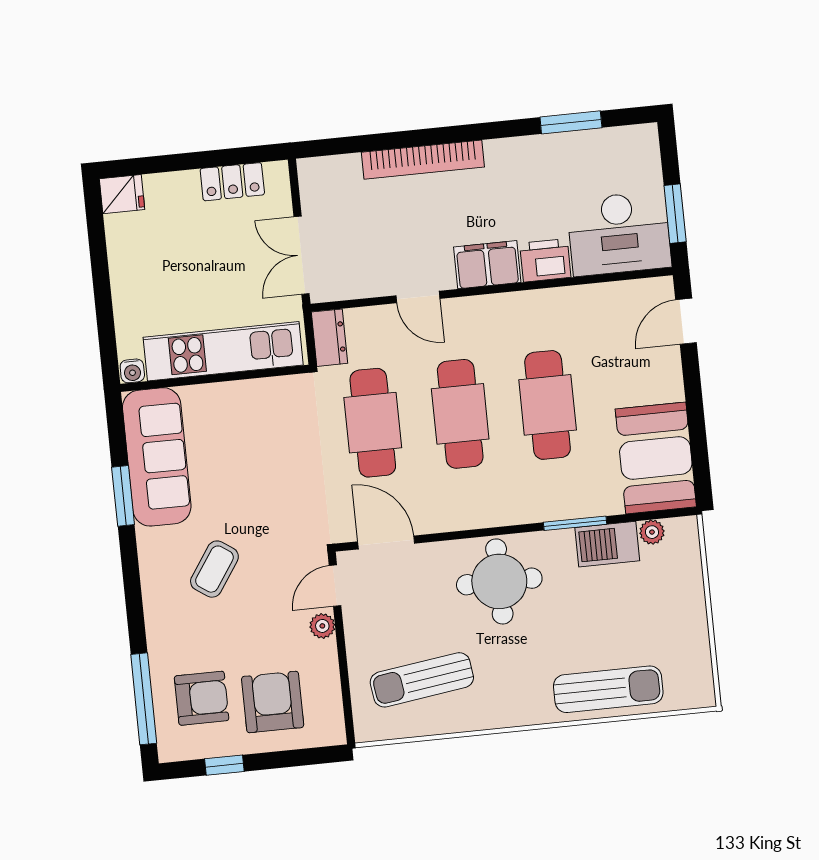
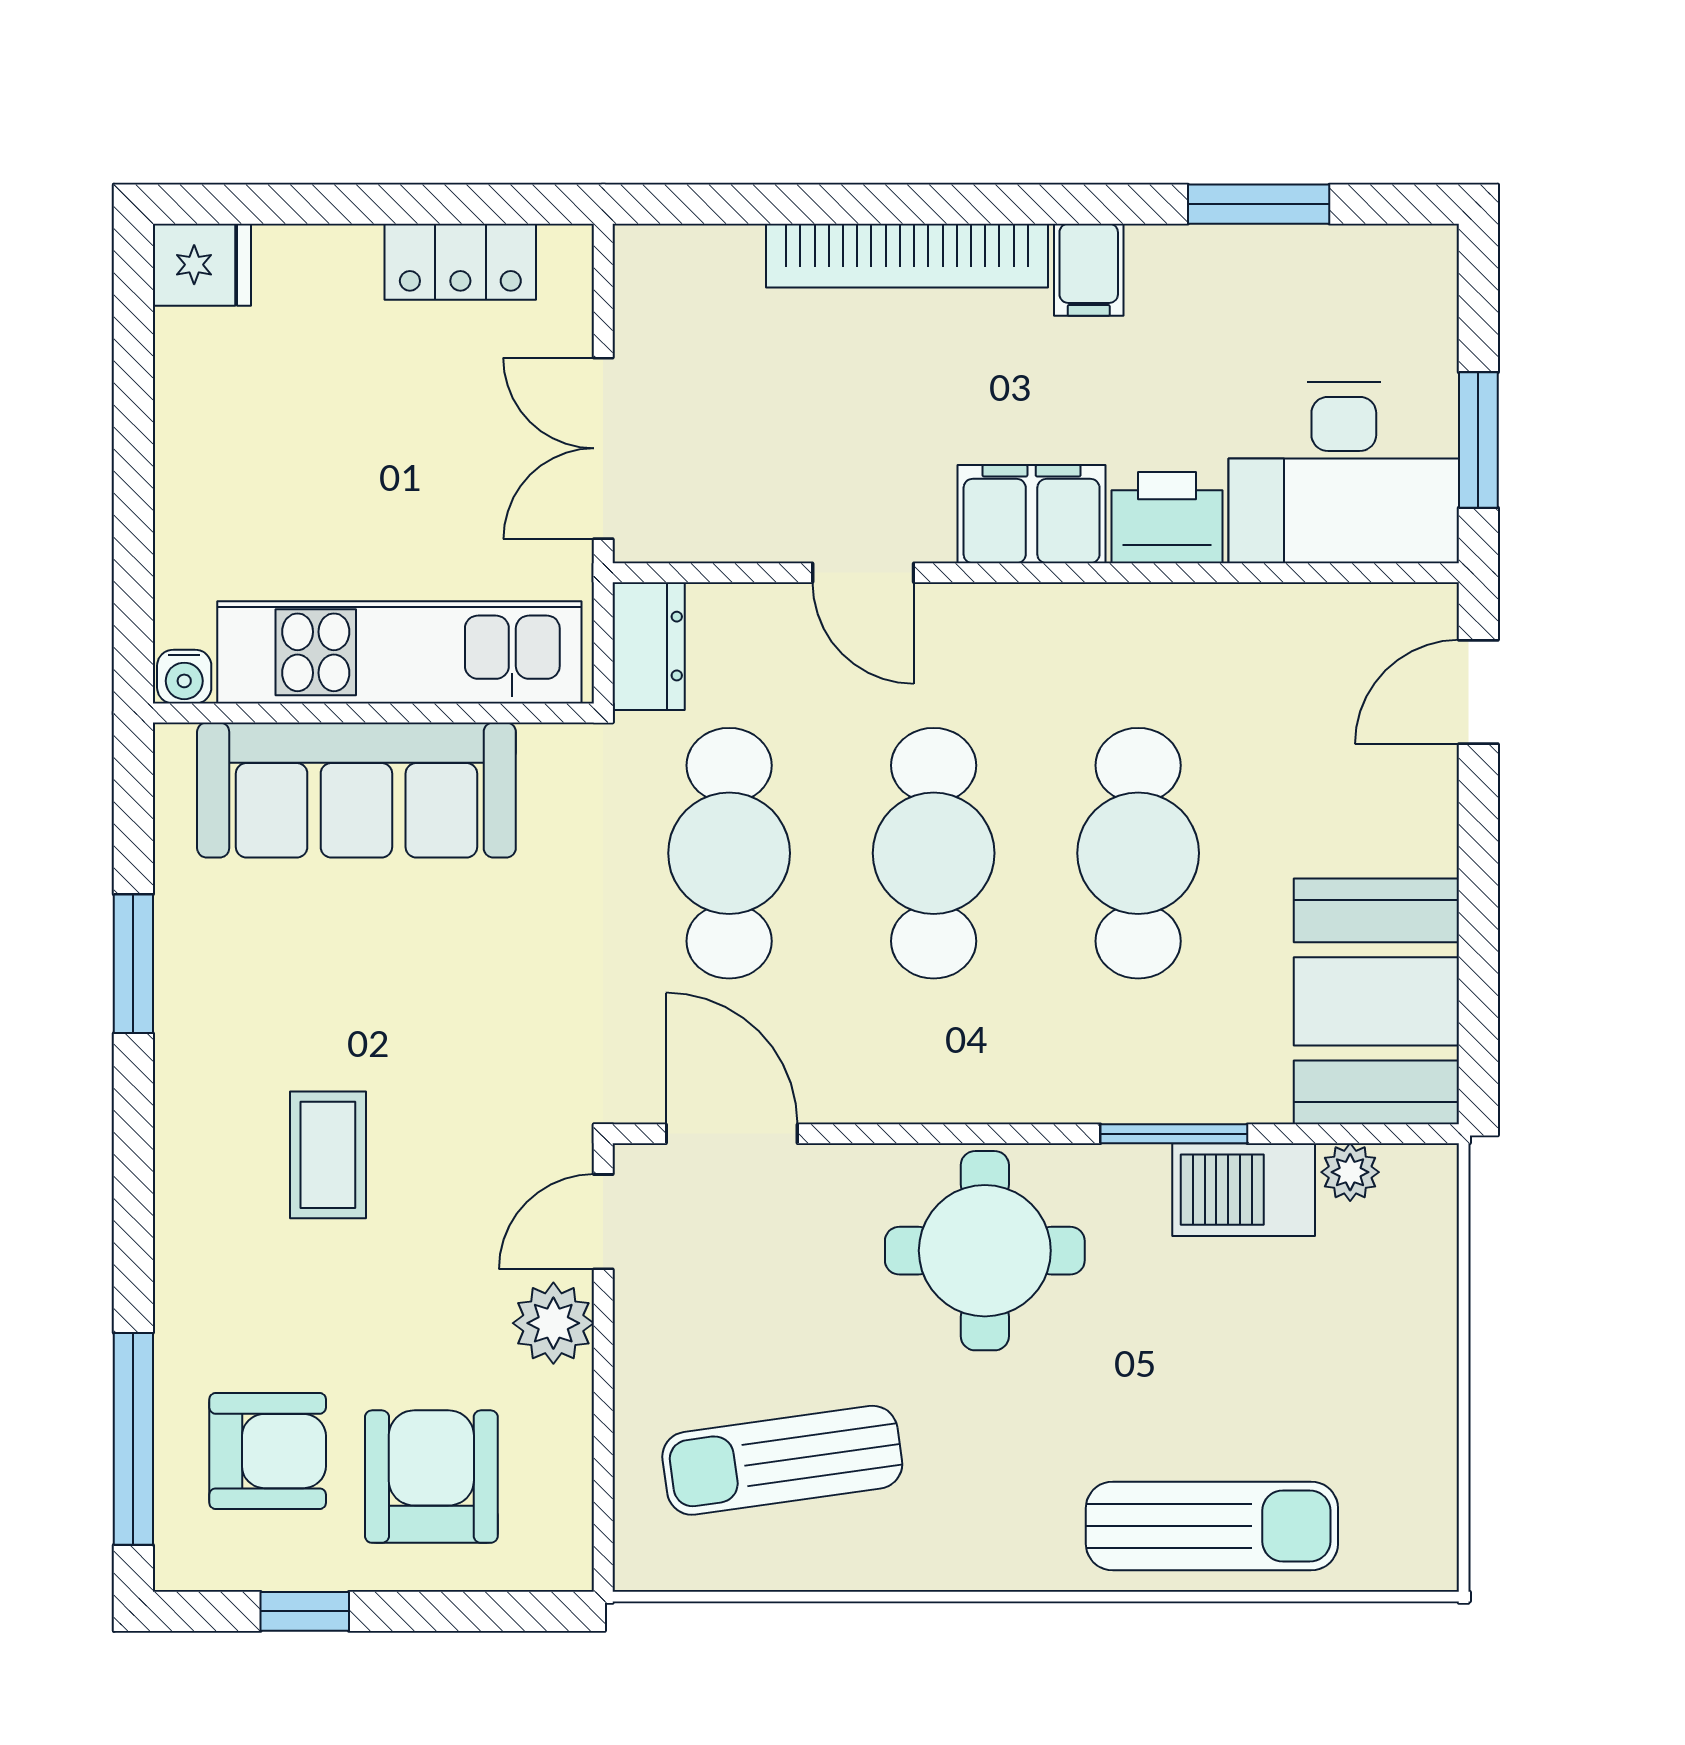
filing cabinet: (501, 158) -> (1089, 270), added
sofa: (157, 457) -> (356, 790), moved, turned 90
coffee table: (214, 569) -> (328, 1155), turned -34
plant: (322, 626) -> (553, 1323), width x1.38, depth x1.38

